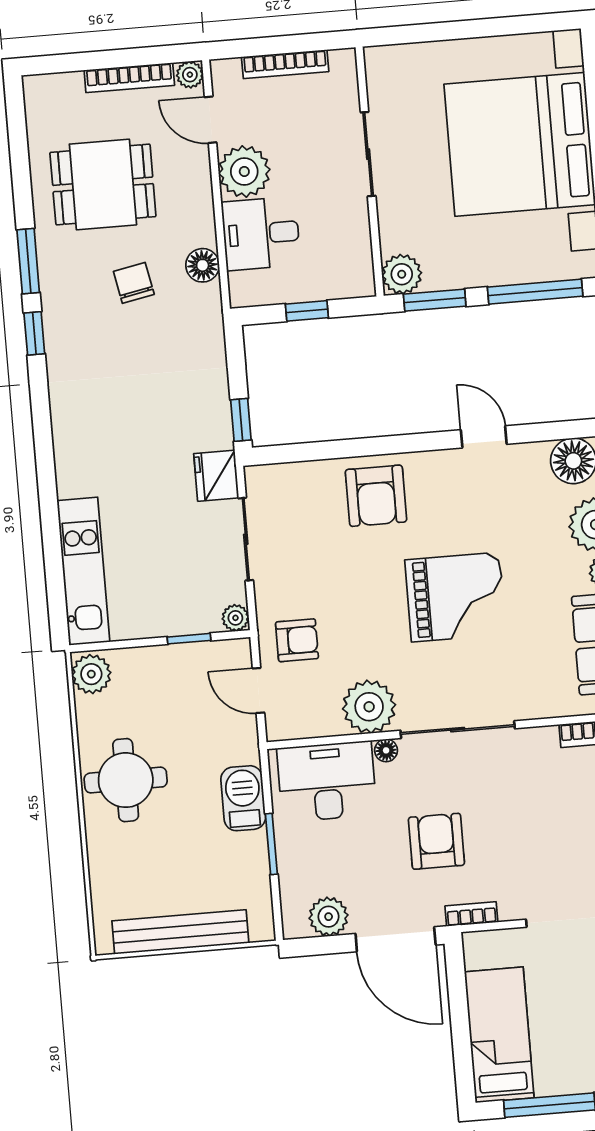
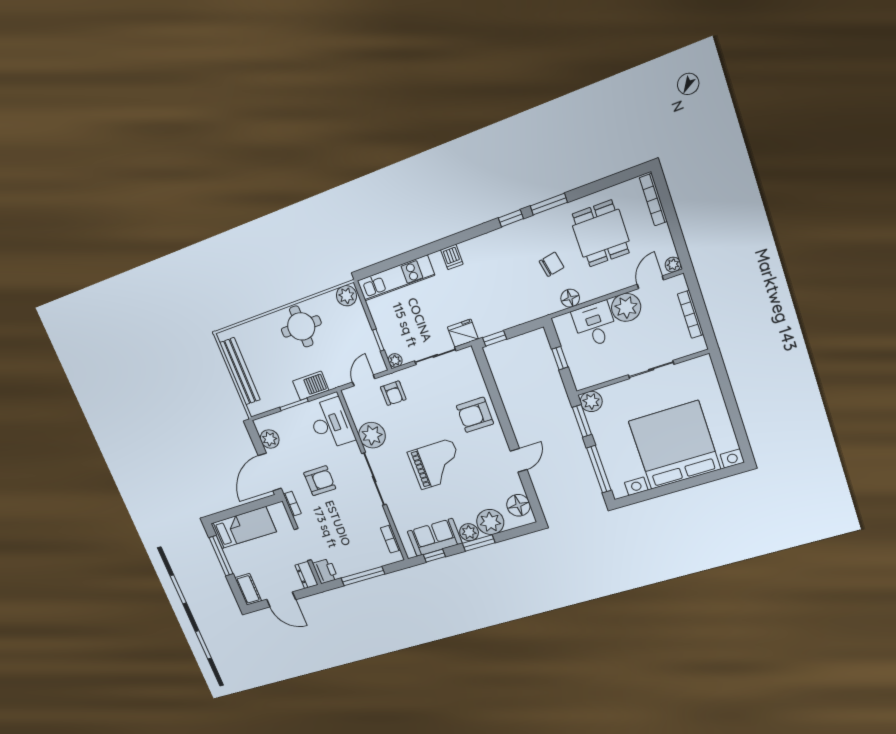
bookcase: (129, 78) -> (653, 200), moved
dishwasher: (73, 457) -> (452, 257), added
grand piano: (455, 597) -> (436, 464), turned -90
floor lamp: (386, 750) -> (354, 448), removed

